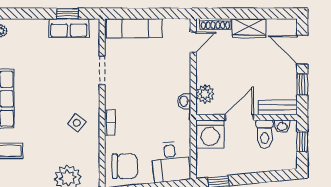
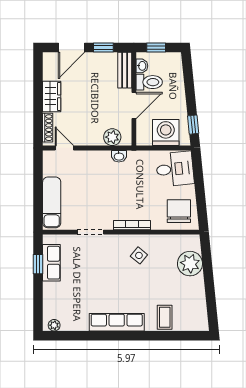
door: (239, 117) -> (134, 106), swing flipped
bookcase: (110, 122) -> (132, 225), width x1.56
washing machine: (210, 134) -> (166, 133), moved, turned -90

